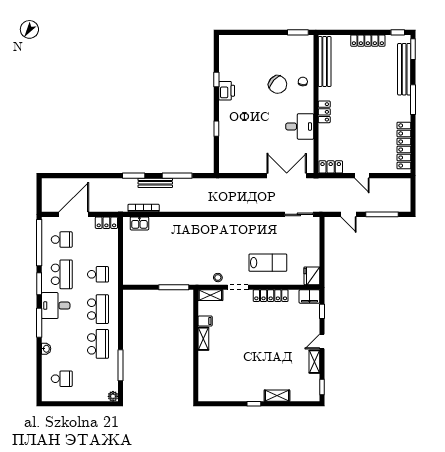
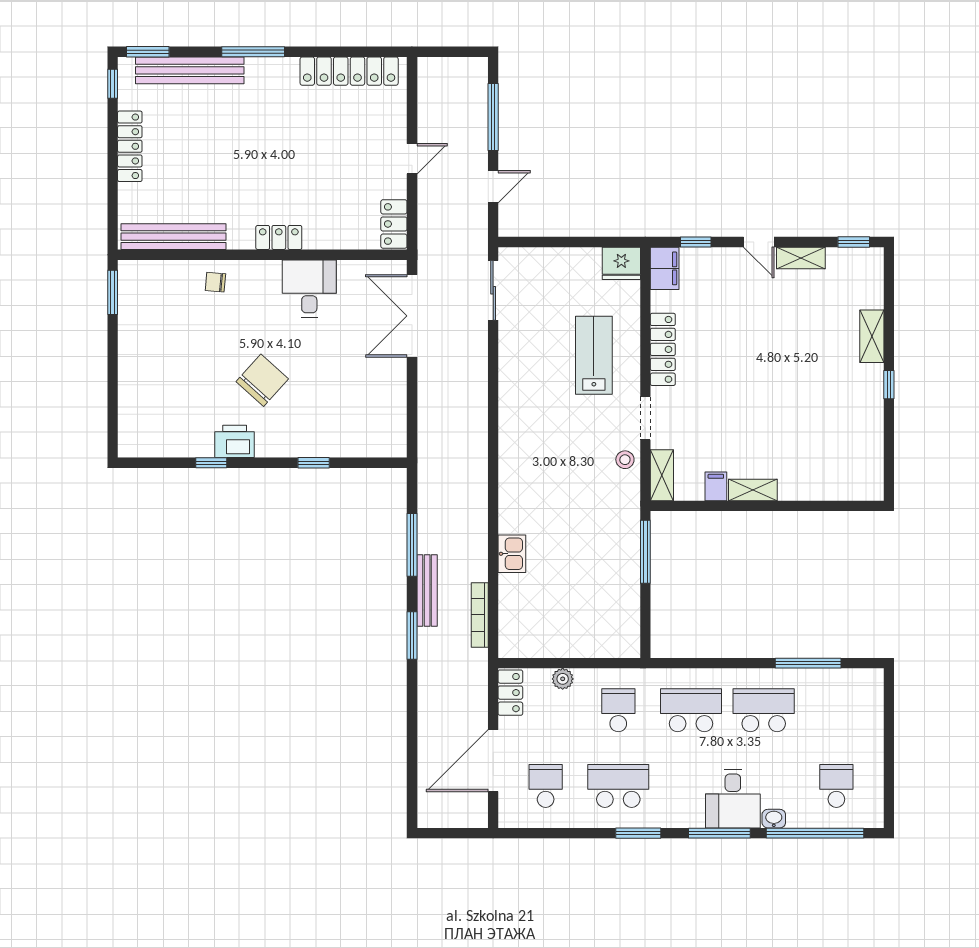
chair: (278, 84) -> (262, 380), moved
door: (74, 214) -> (493, 761), hinge flipped
kitchen sink: (139, 223) -> (512, 554), moved
window: (39, 243) -> (815, 833), moved
desk: (56, 306) -> (733, 799), moved
plant: (113, 396) -> (563, 679), moved

